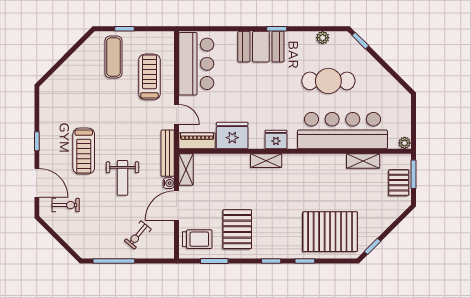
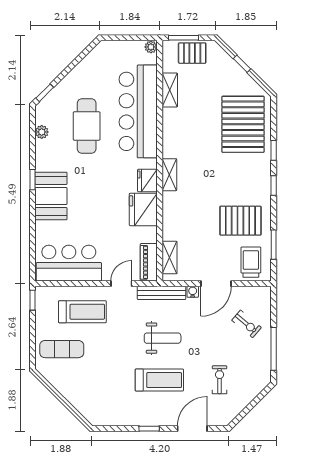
window: (124, 29) -> (33, 300), moved
treadmill: (149, 77) -> (82, 312), turned 180
fridge: (232, 136) -> (143, 209), moved
shelving: (266, 161) -> (169, 175), moved
shelving: (186, 169) -> (169, 258), moved, turned 90
weight bench: (122, 178) -> (163, 338), moved
exercise bike: (66, 205) -> (220, 380), moved
door: (177, 206) -> (216, 284), hinge flipped
window: (373, 246) -> (242, 64), moved

